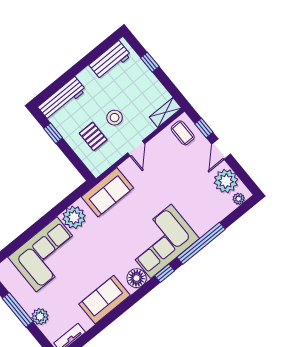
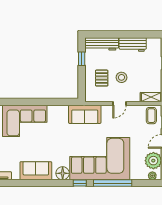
workbench: (110, 60) -> (133, 45), moved
plant: (74, 217) -> (56, 113), removed
corner sofa: (161, 241) -> (100, 159), width x1.36, depth x1.36

